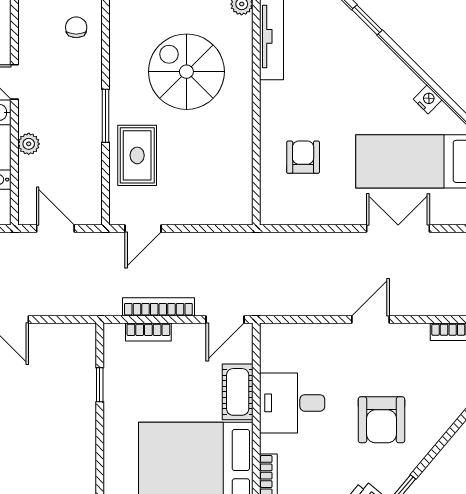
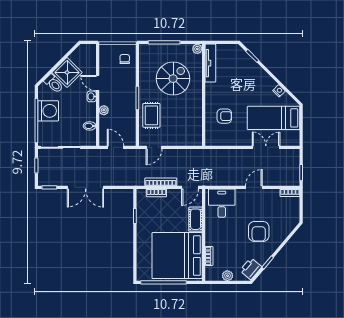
spiral stairs: (186, 72) -> (173, 79), turned 90
armchair: (303, 157) -> (224, 116), turned 90
desk: (292, 403) -> (222, 203), moved, turned 90

